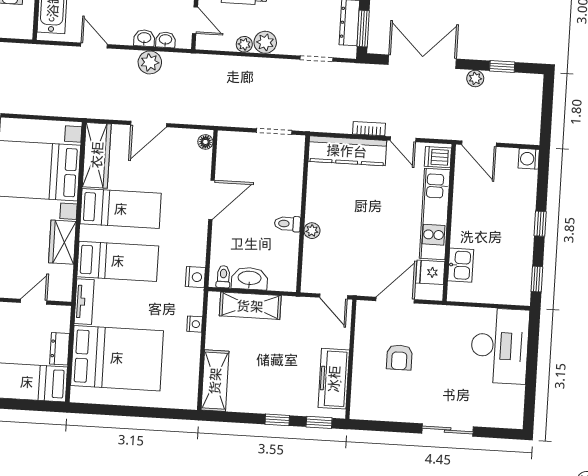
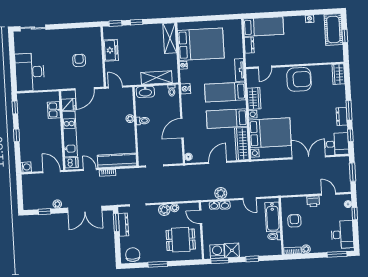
washbasin: (250, 278) -> (145, 92), moved
bed: (117, 358) -> (201, 44), moved, turned 180
freezer: (334, 379) -> (111, 50), width x0.71
sliding door: (448, 430) -> (33, 28), moved

